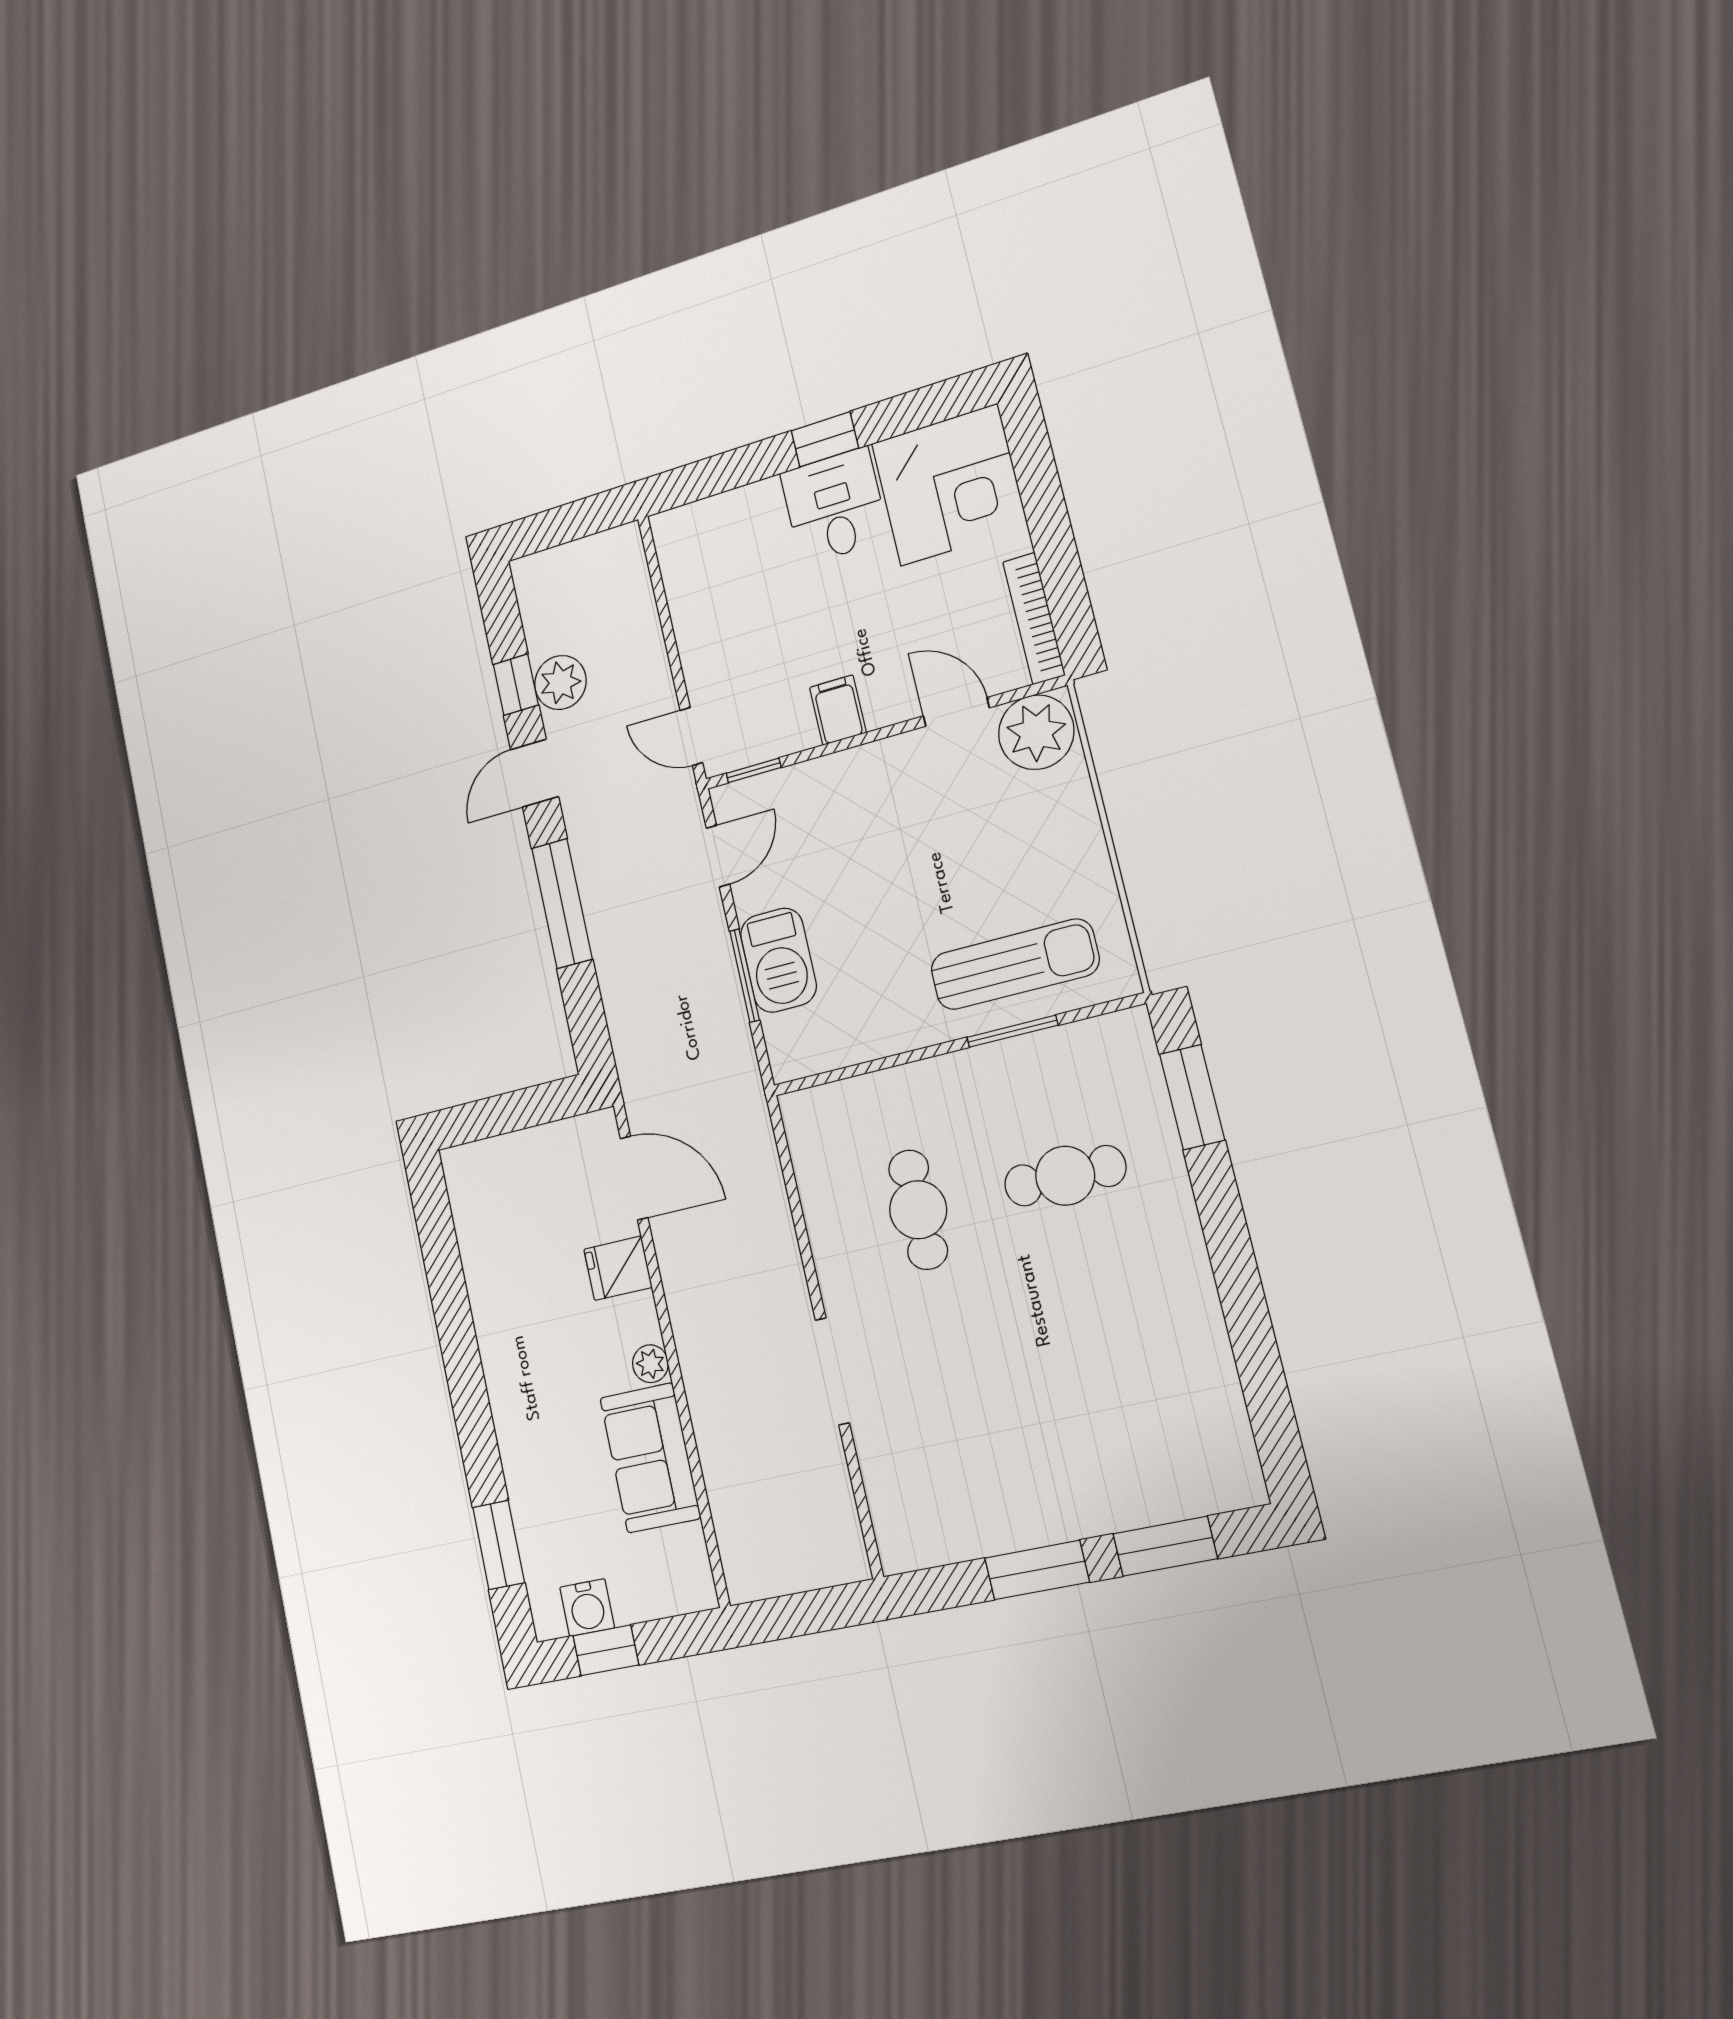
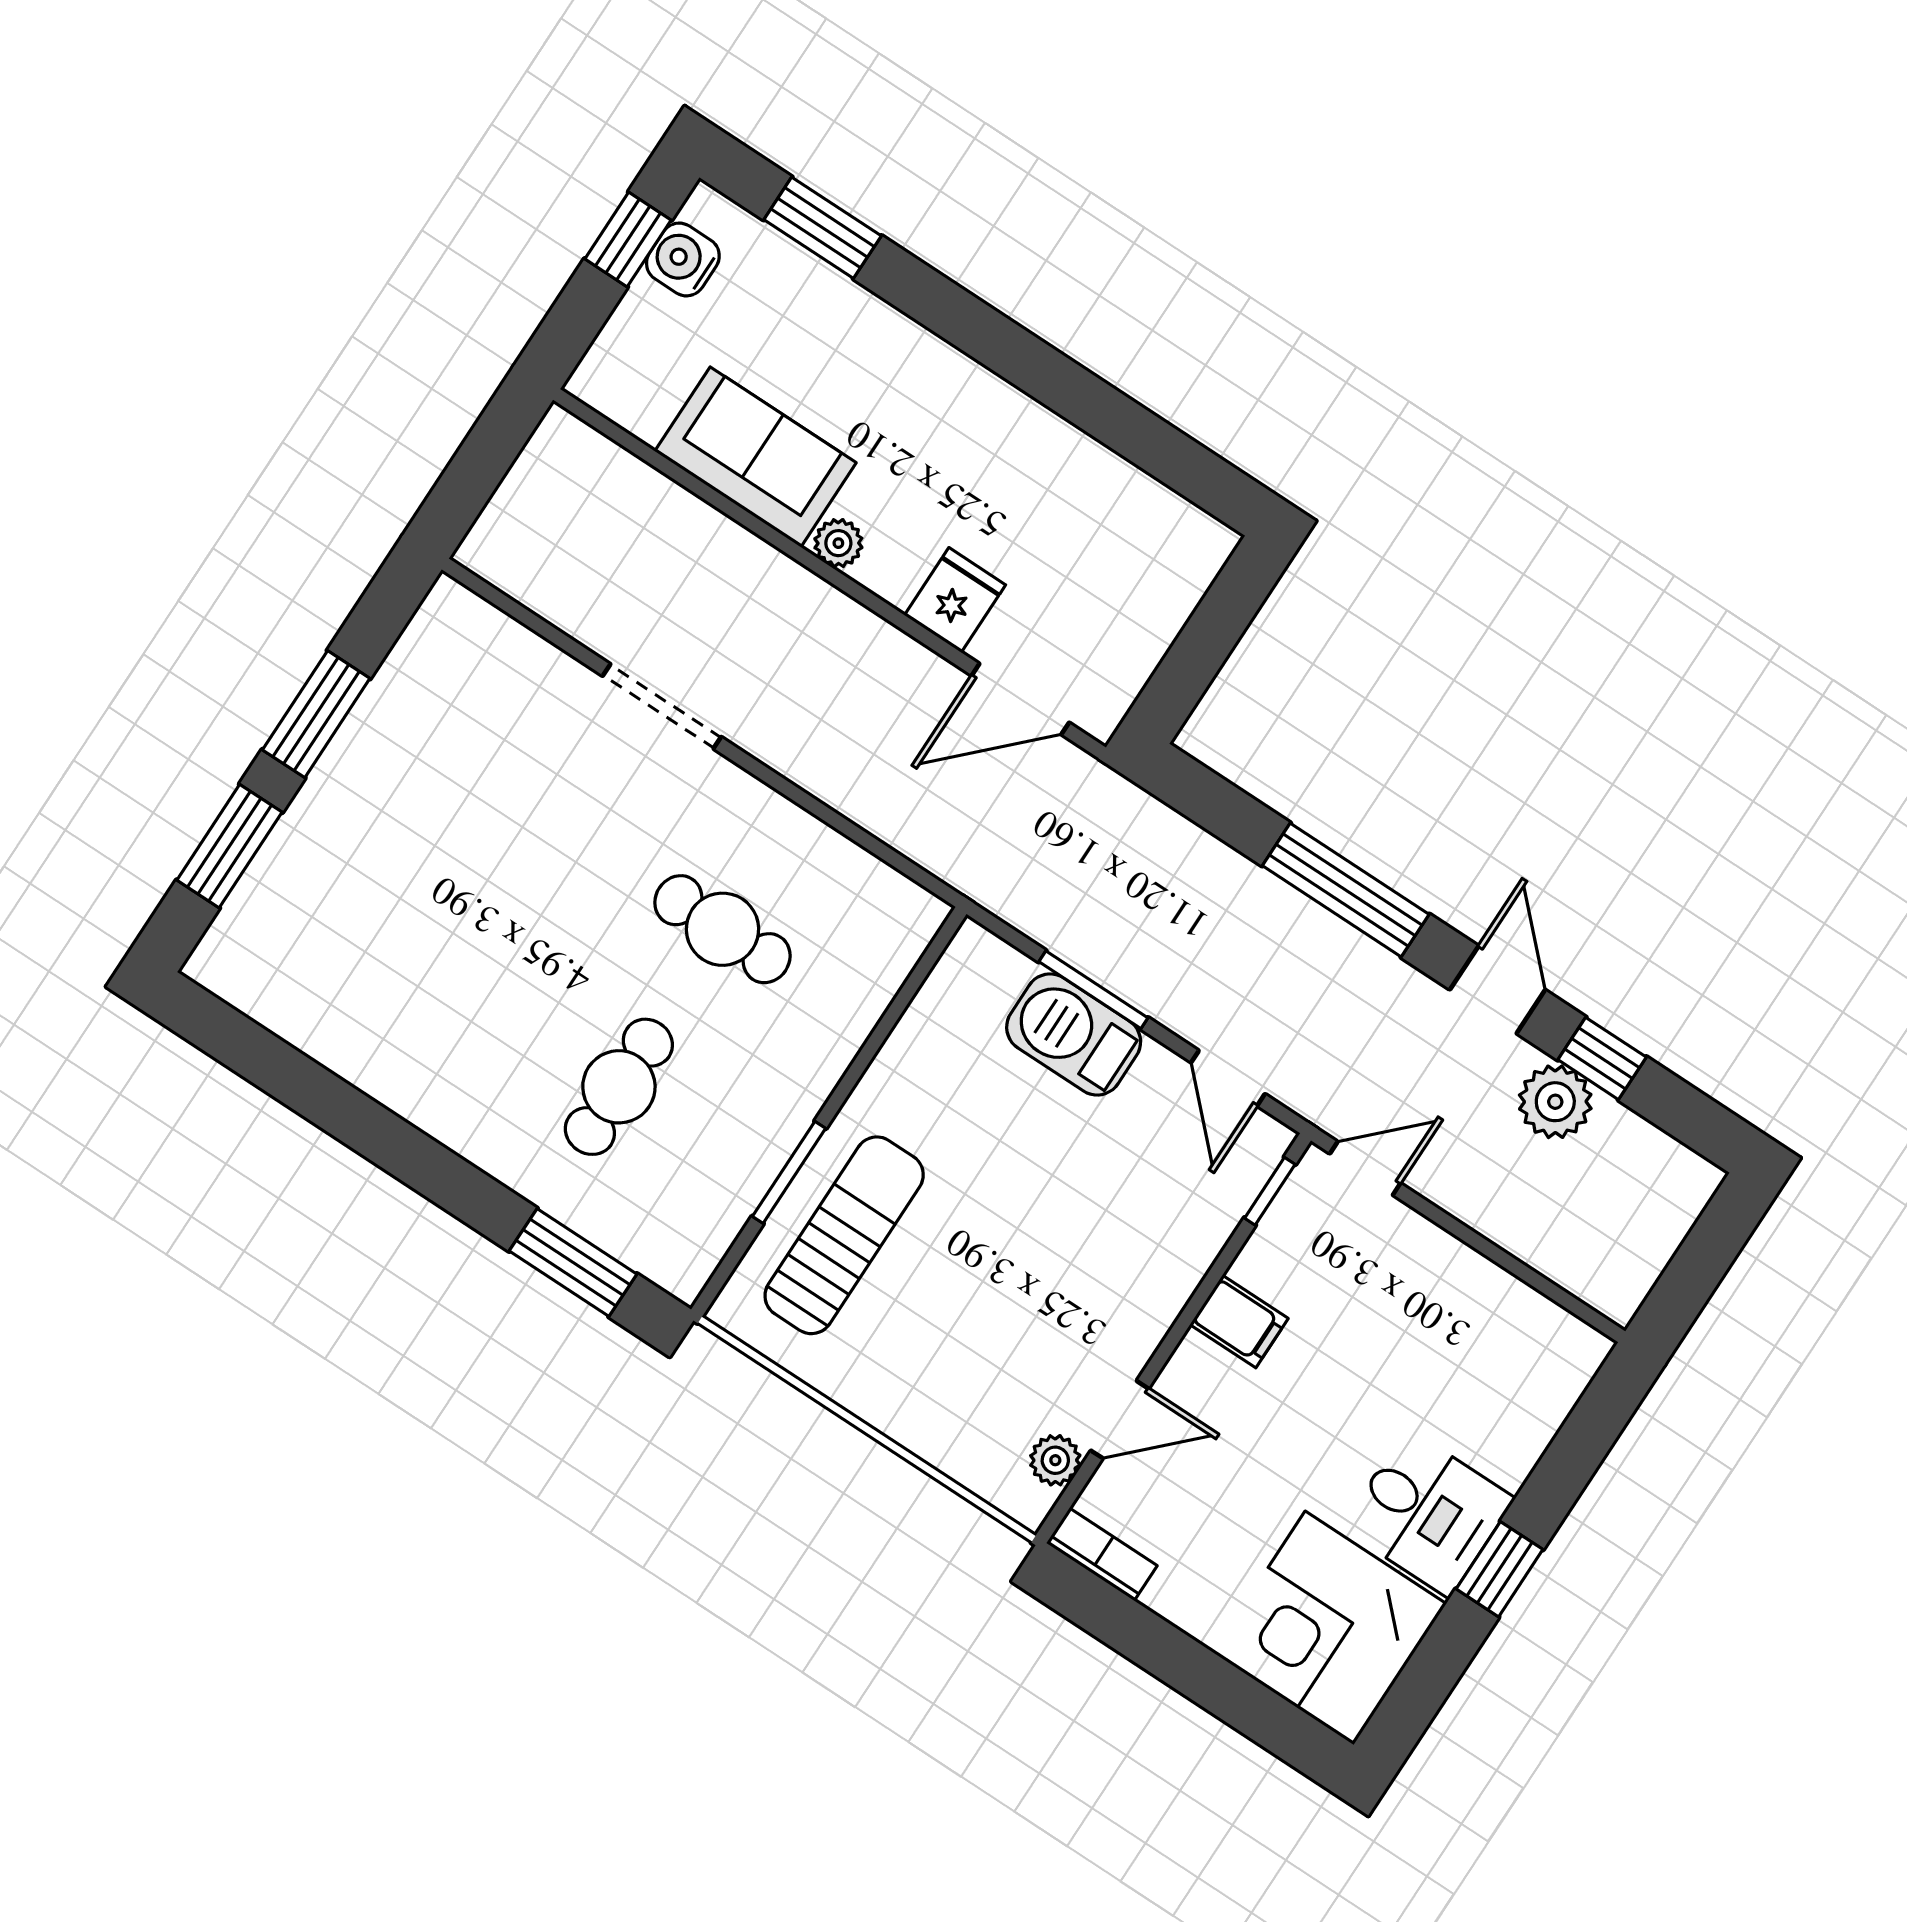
bookcase: (1034, 618) -> (1102, 1554), width x0.64
plant: (1036, 732) -> (1055, 1460), width x0.53, depth x0.53
sun lounger: (1015, 964) -> (844, 1235), turned 180

